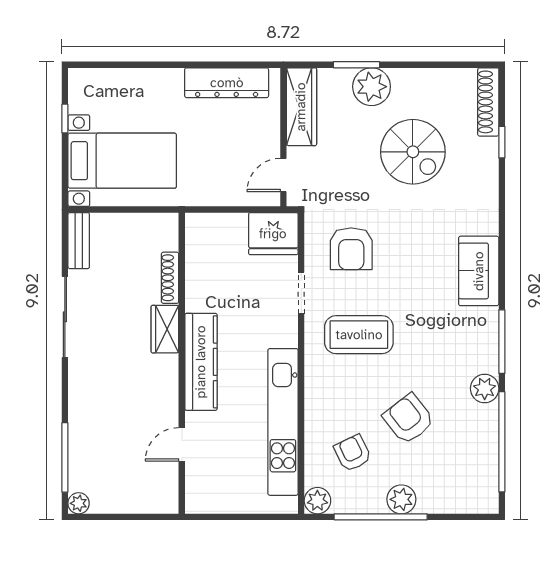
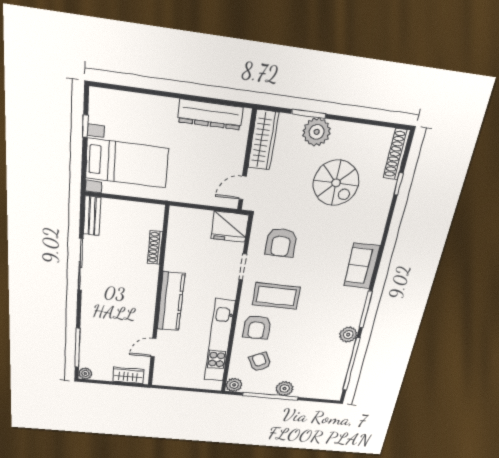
wardrobe: (165, 329) -> (128, 376), moved, turned 90
armchair: (409, 419) -> (257, 327), moved, turned -142

